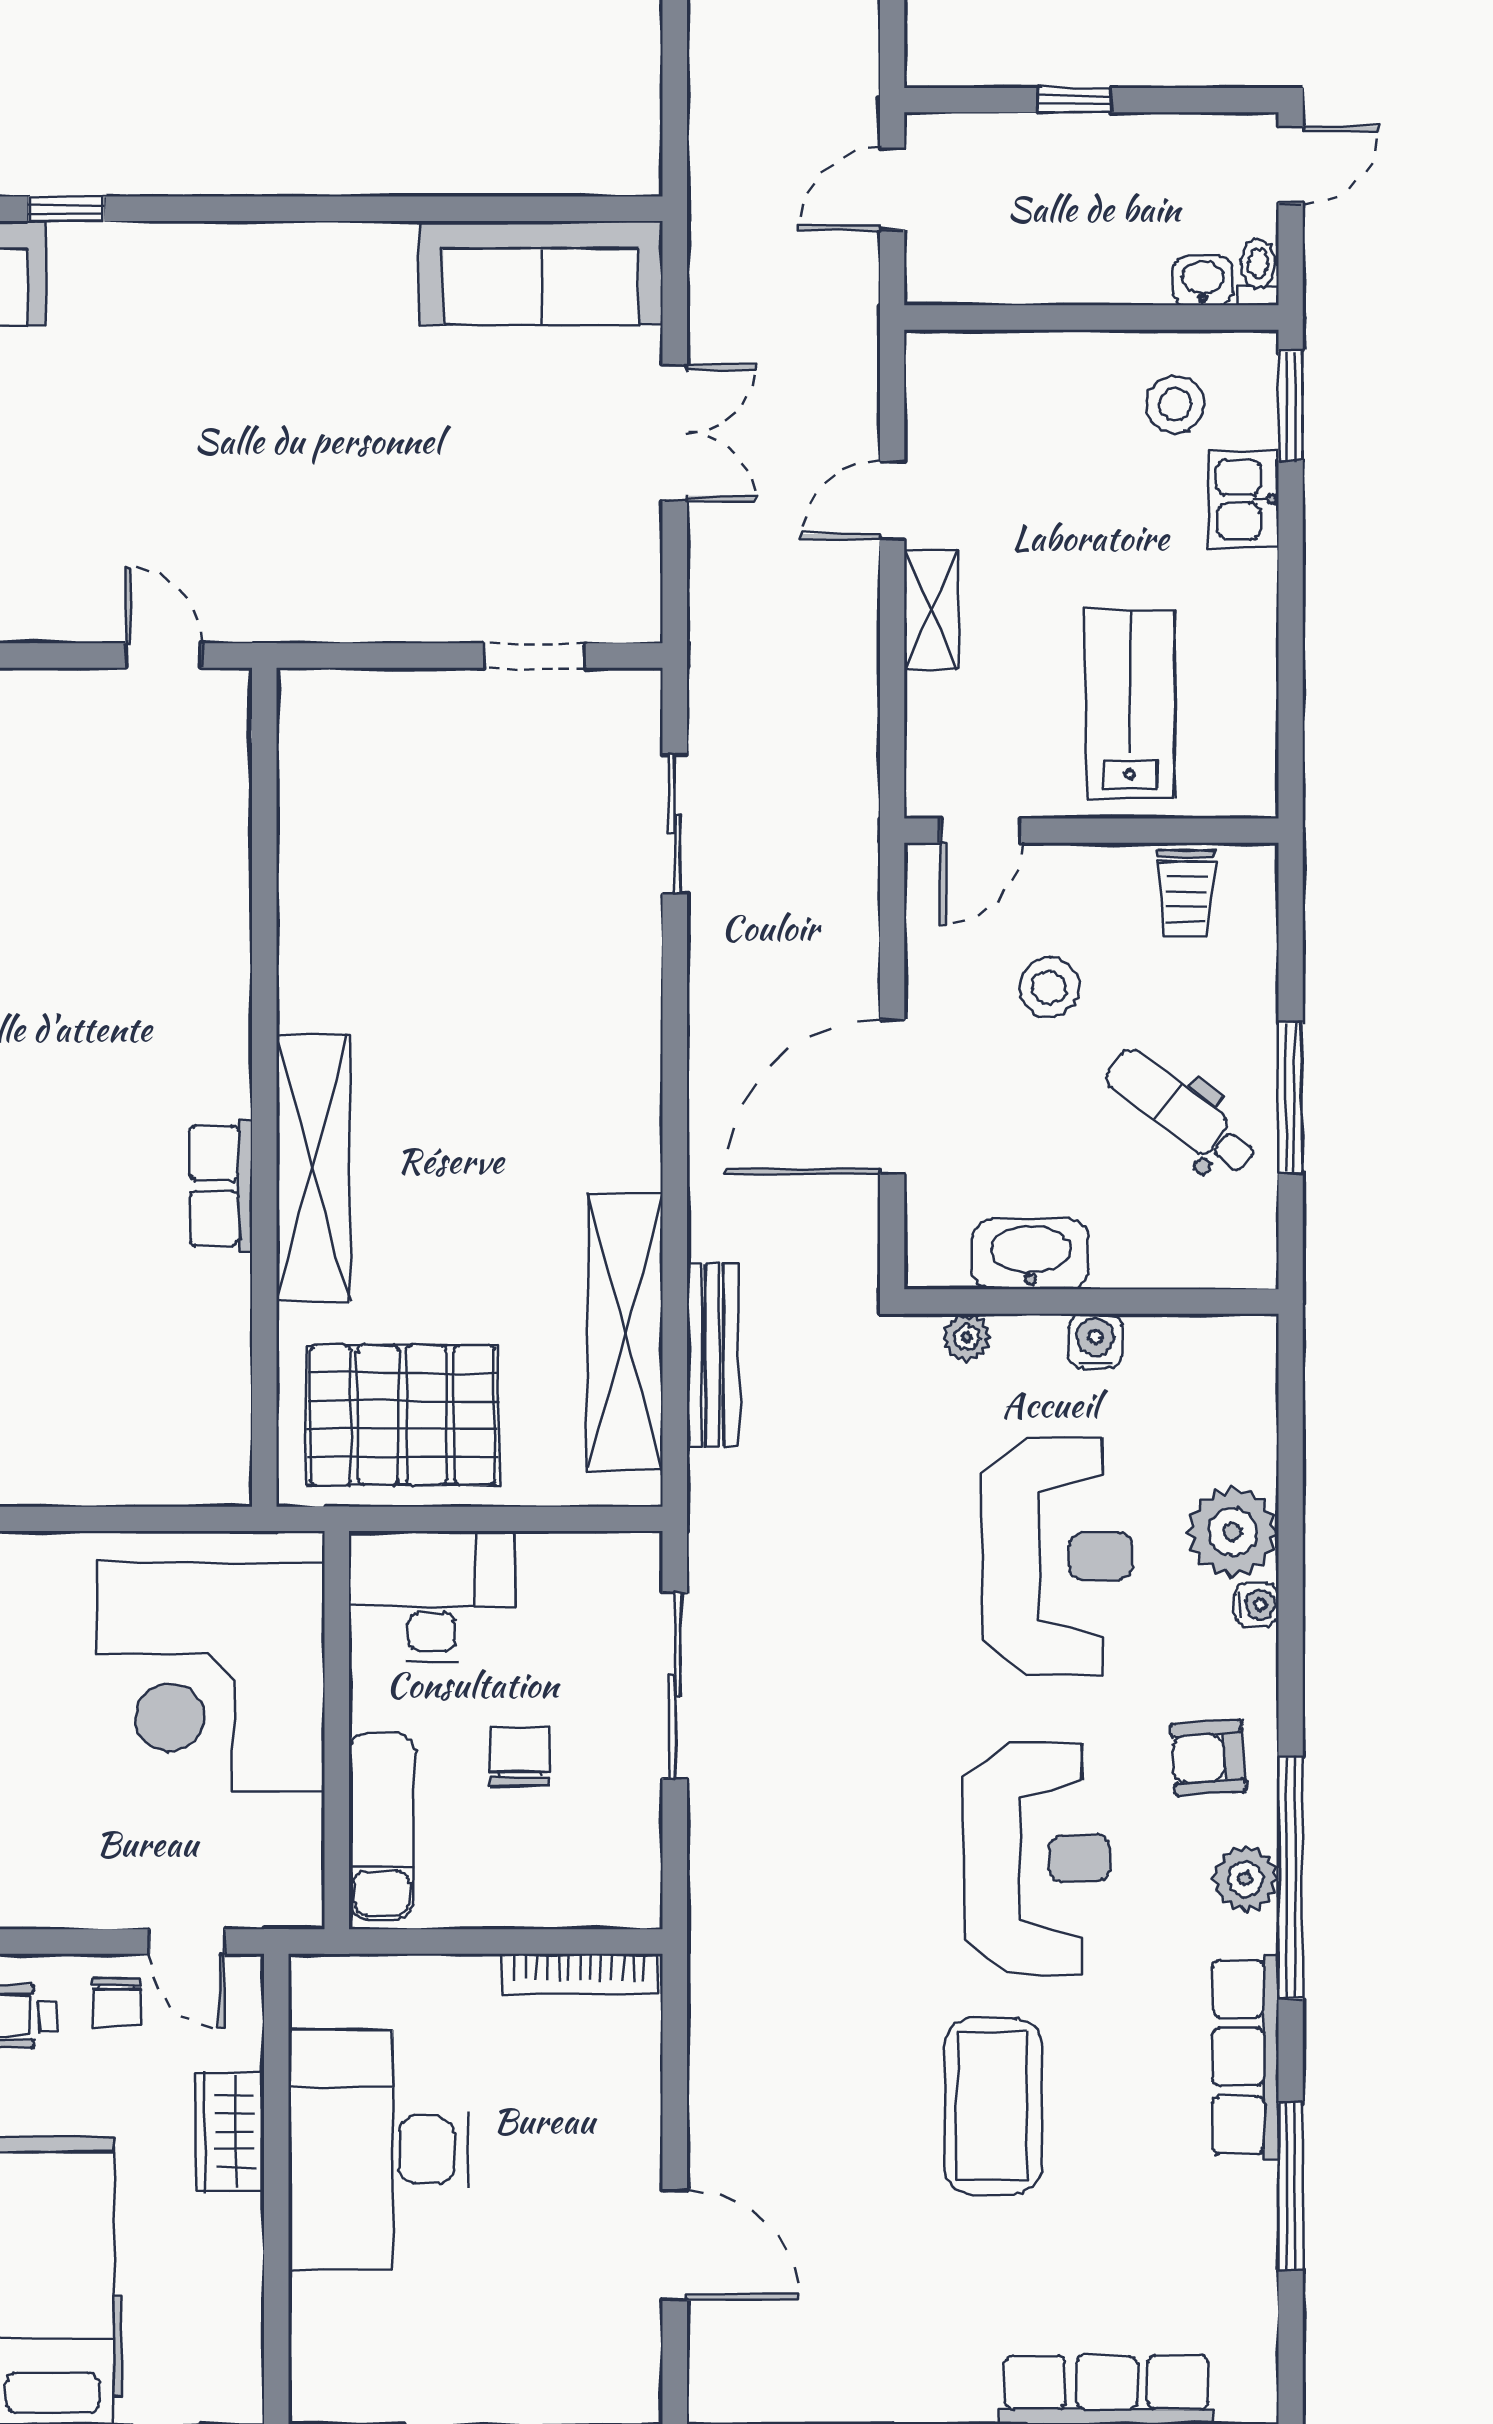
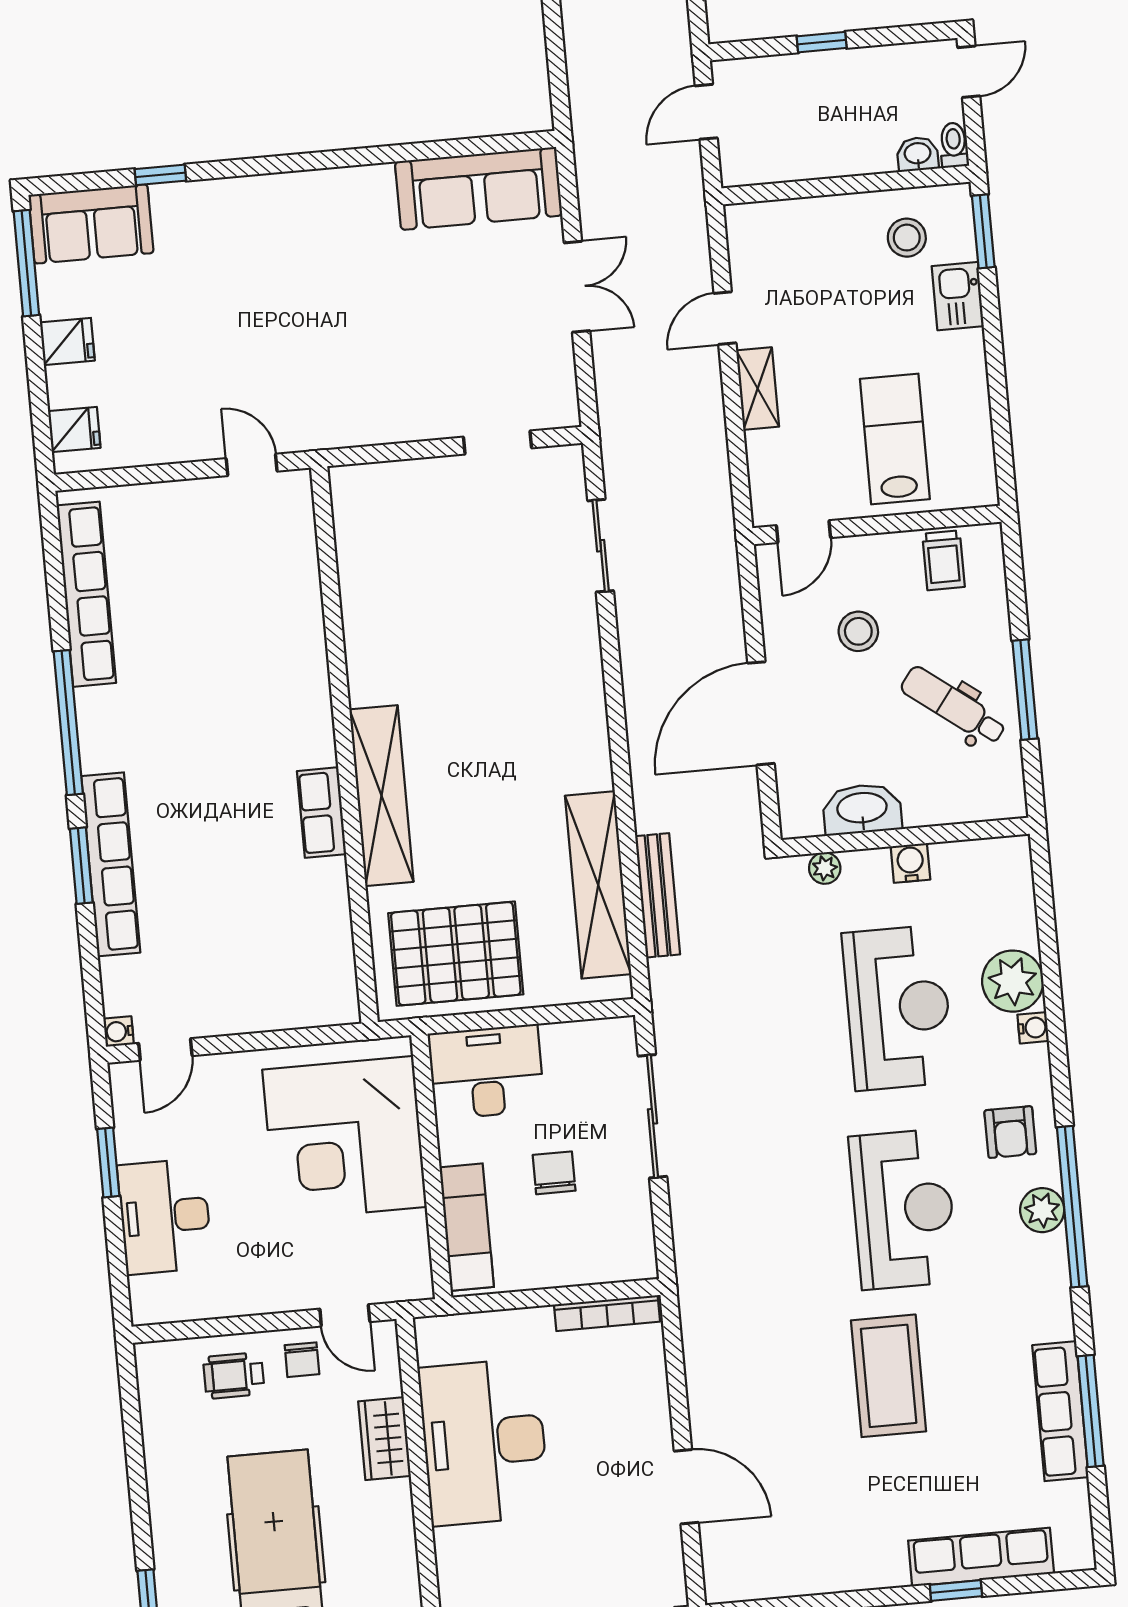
armchair: (1208, 1758) -> (1010, 1132), turned -86
row of seats: (1245, 2057) -> (1060, 1411), moved

